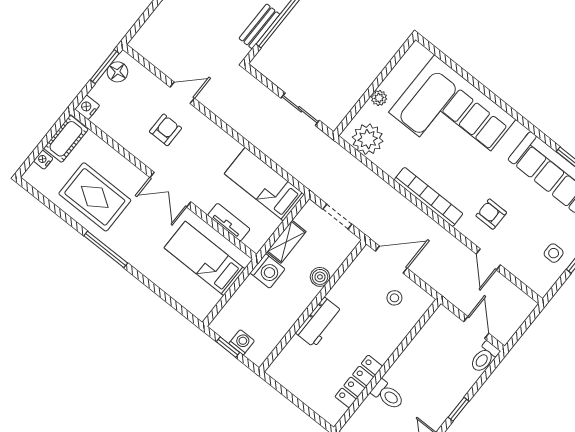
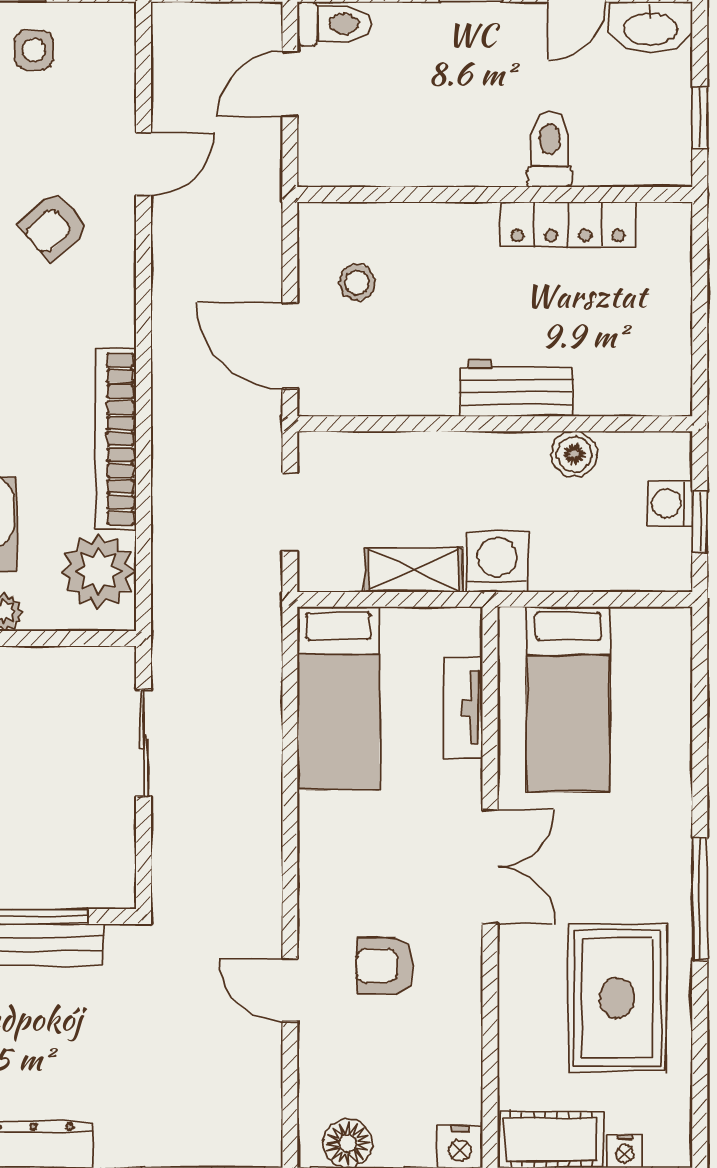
bookcase: (429, 197) -> (116, 439), moved
armchair: (491, 214) -> (54, 226), turned 49
boiler: (320, 277) -> (574, 454), moved

